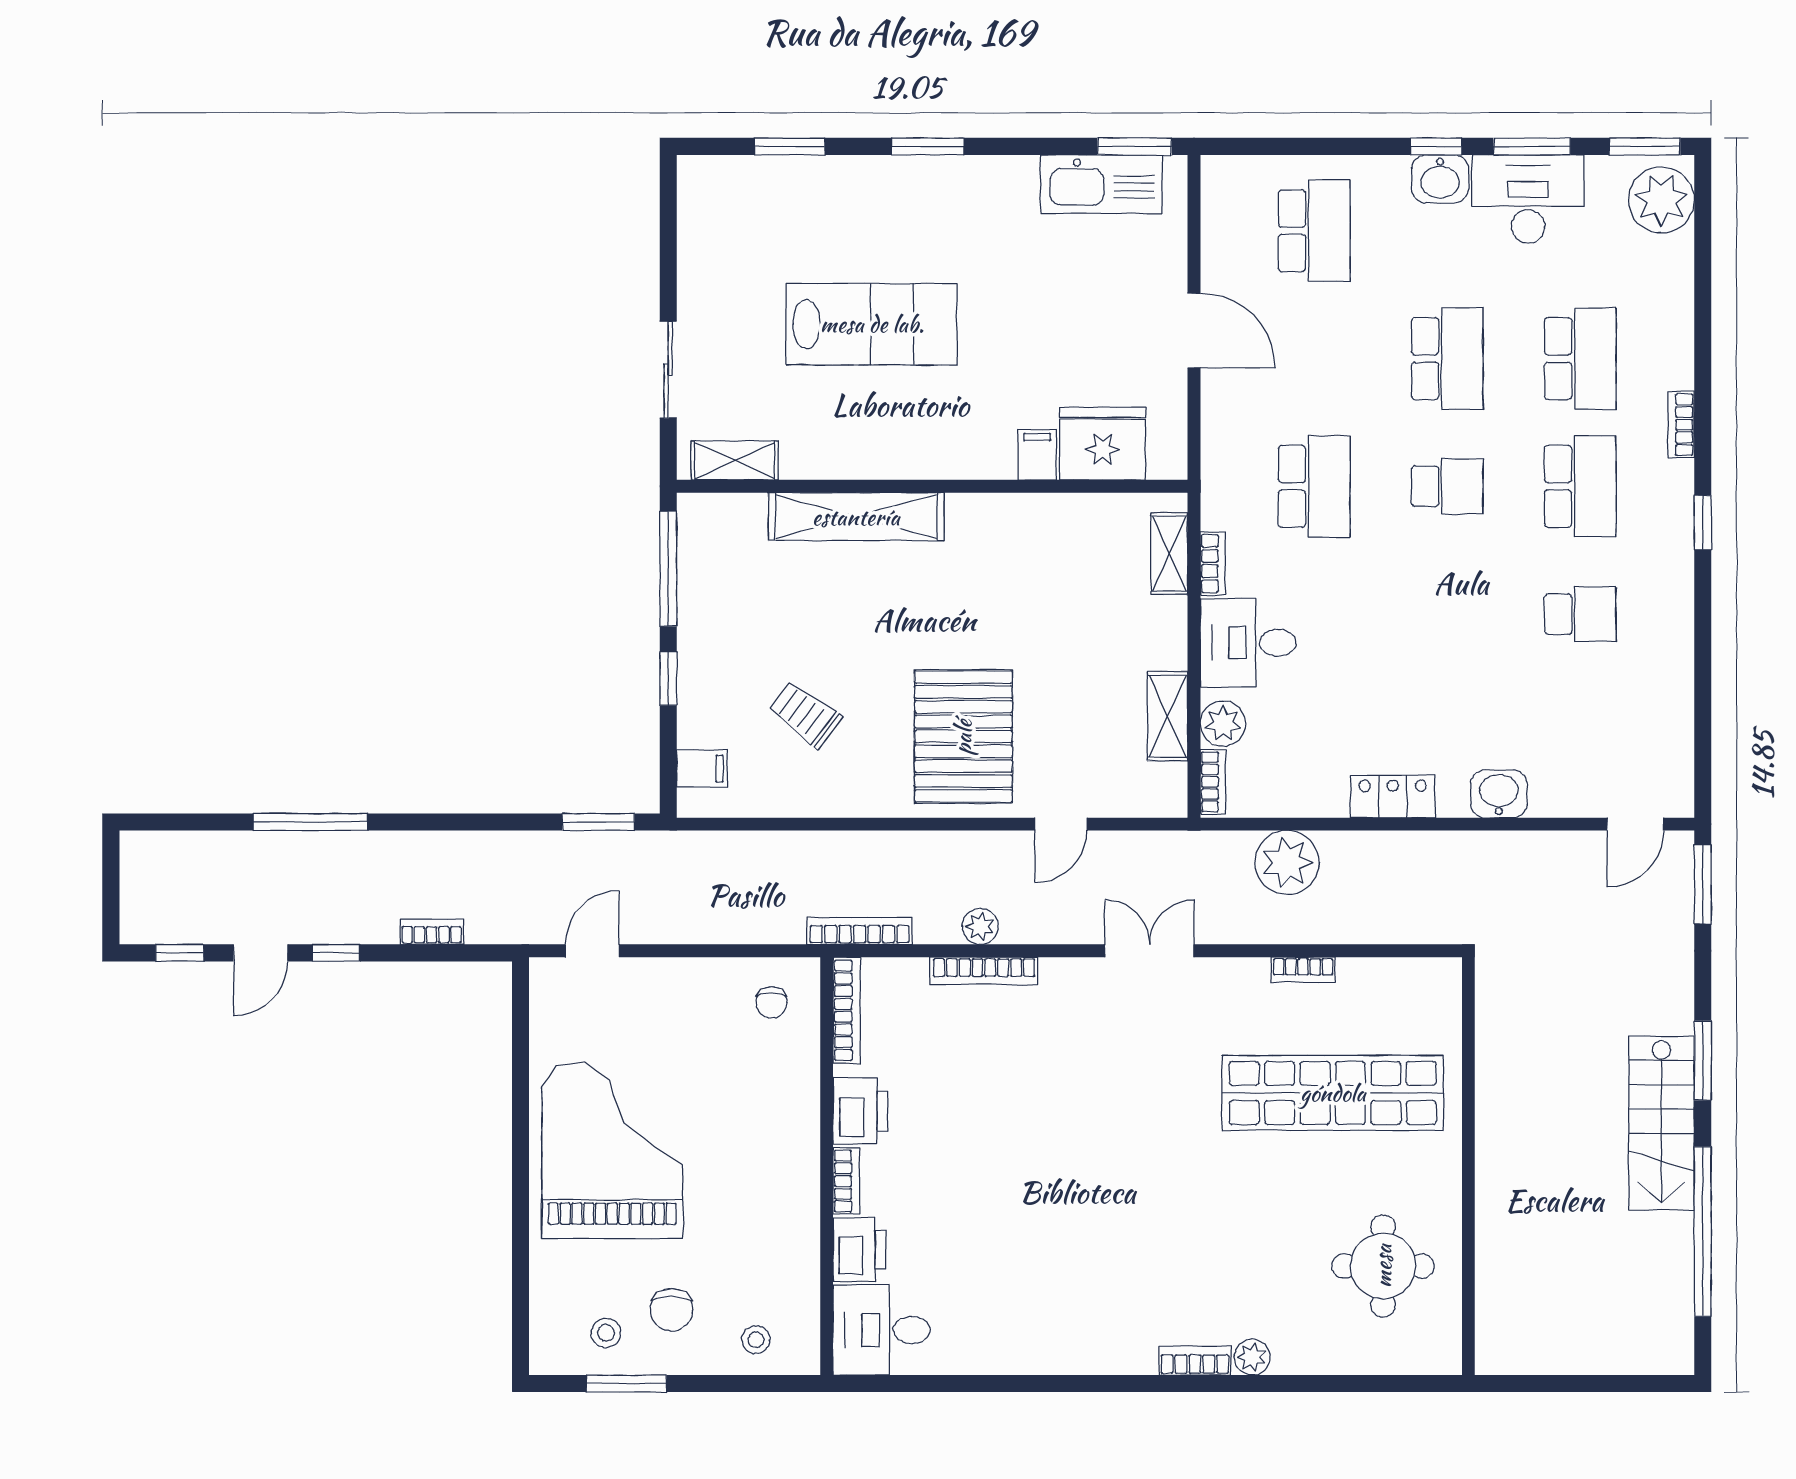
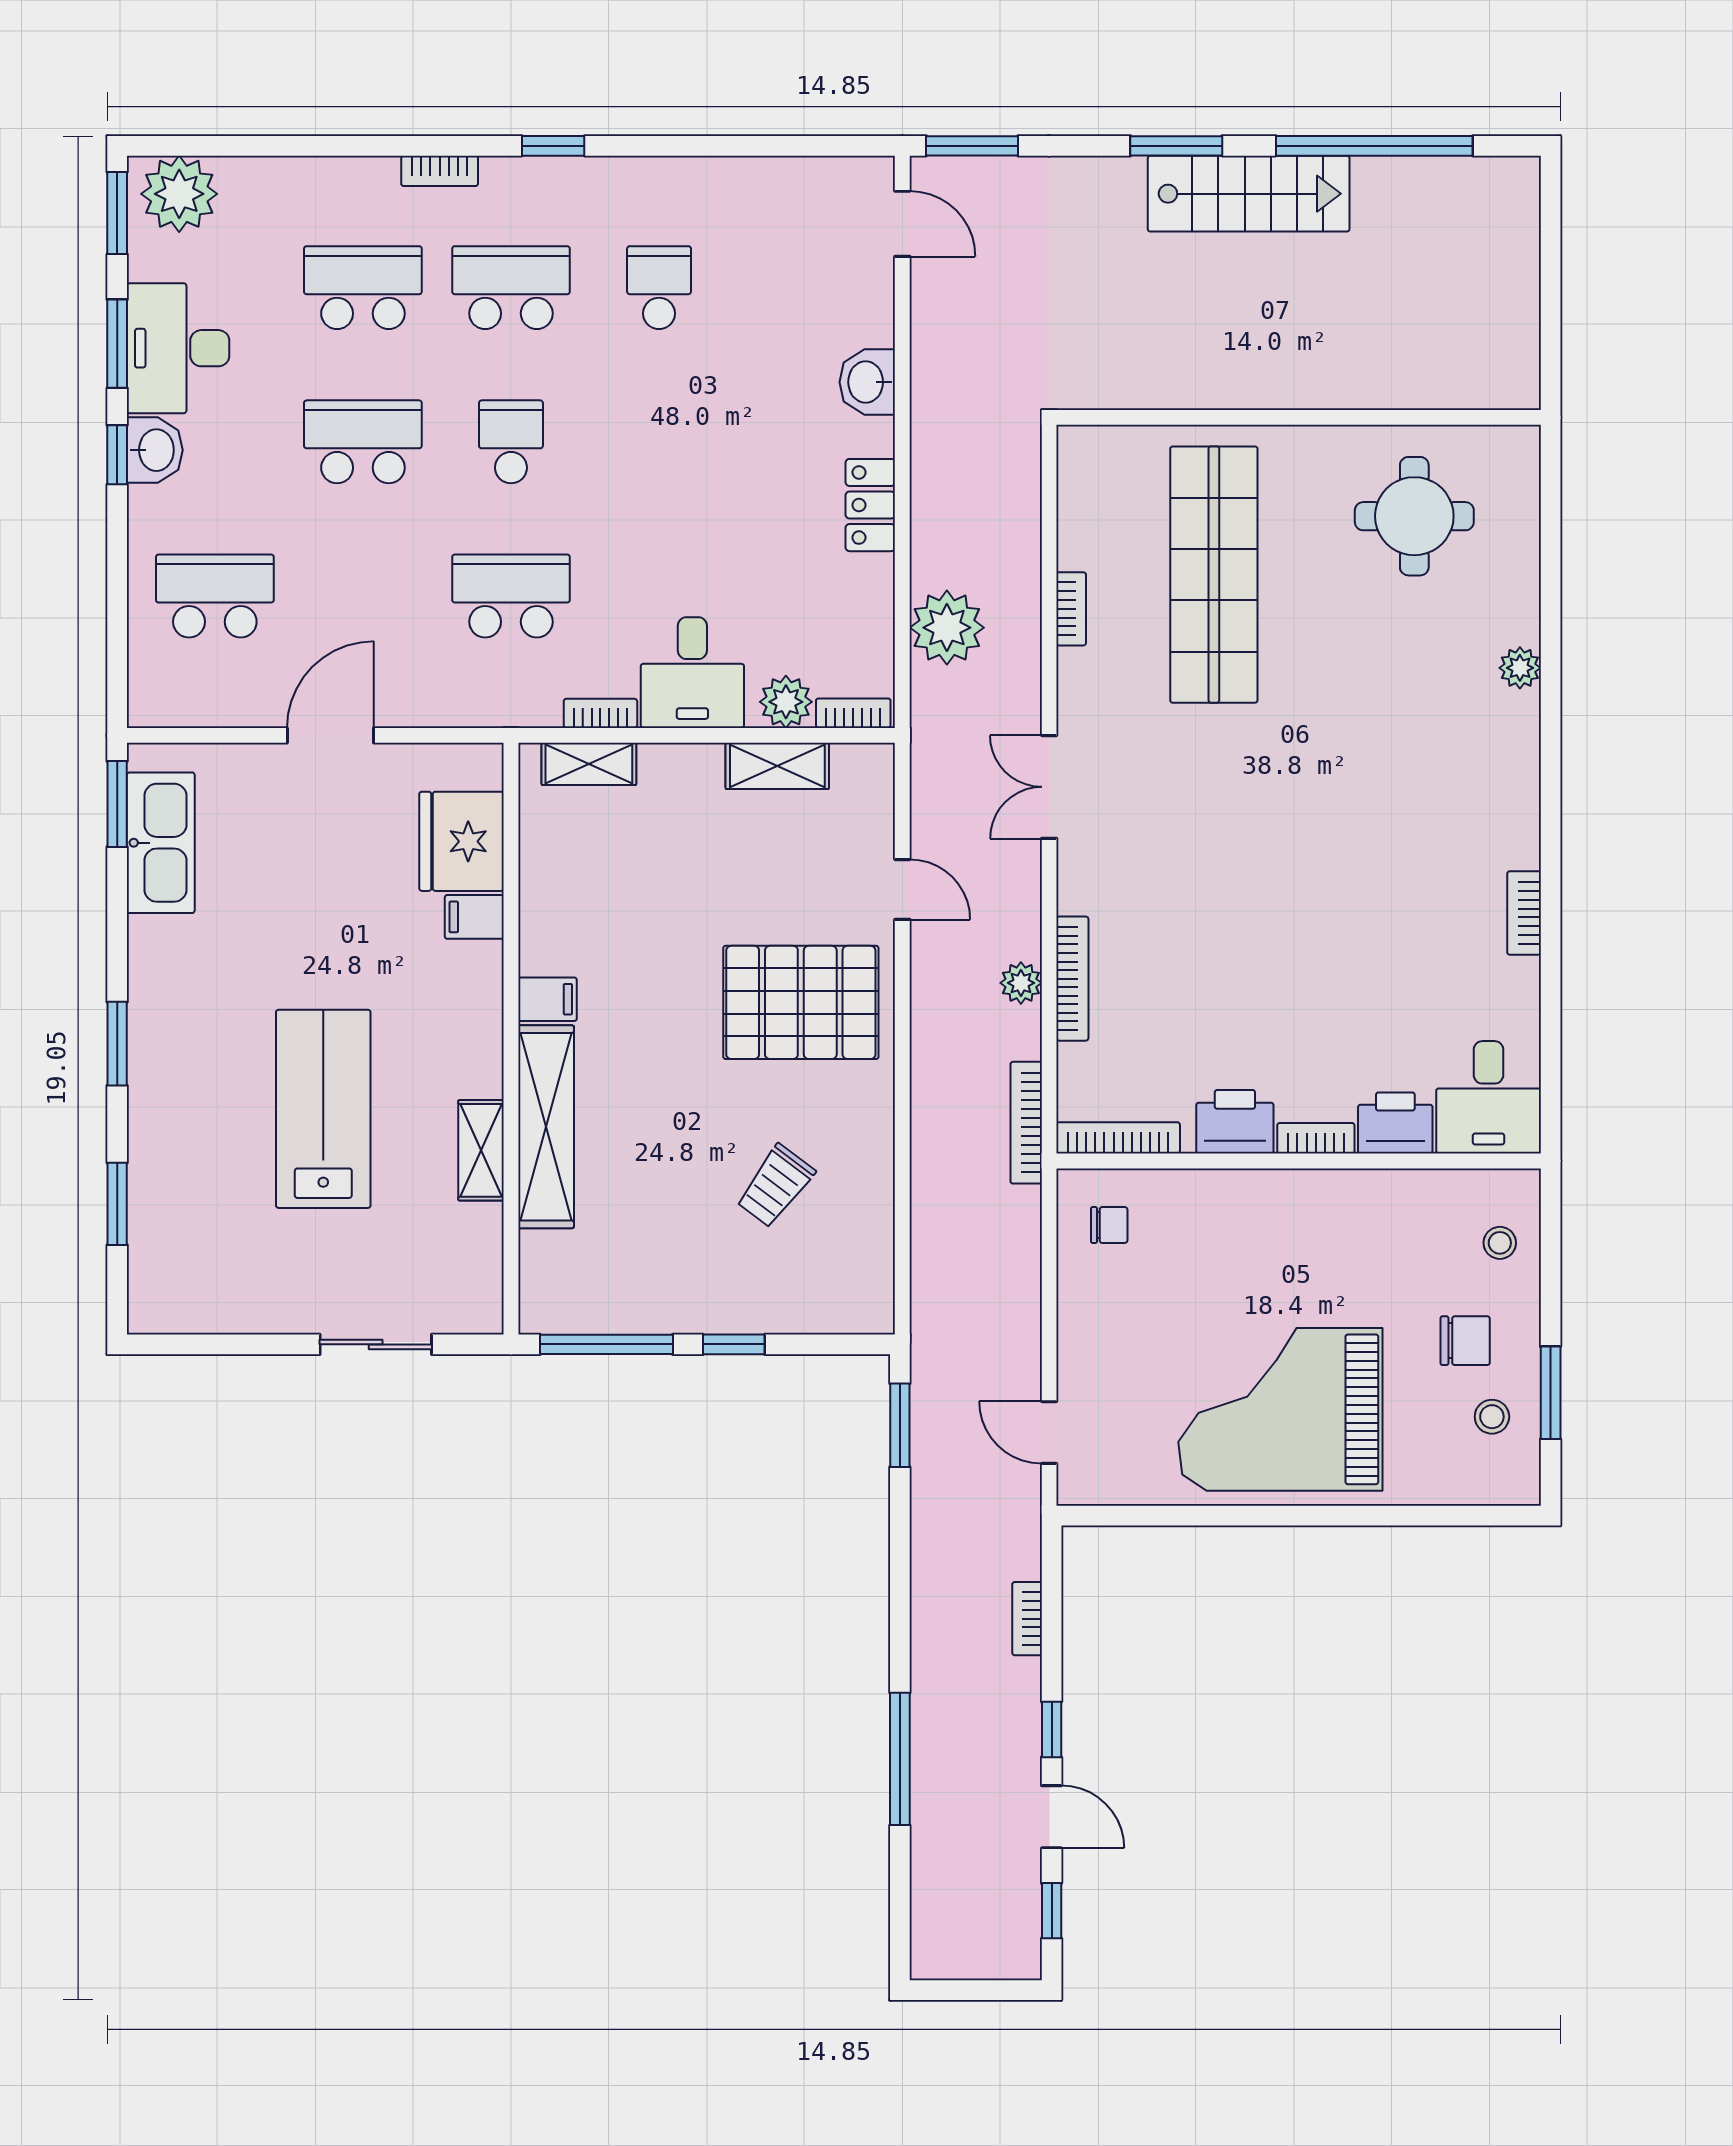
shelving: (735, 460) -> (481, 1150), moved
filing cabinet: (702, 768) -> (547, 999), moved, turned 90
bookcase: (1195, 1361) -> (1524, 913), moved

